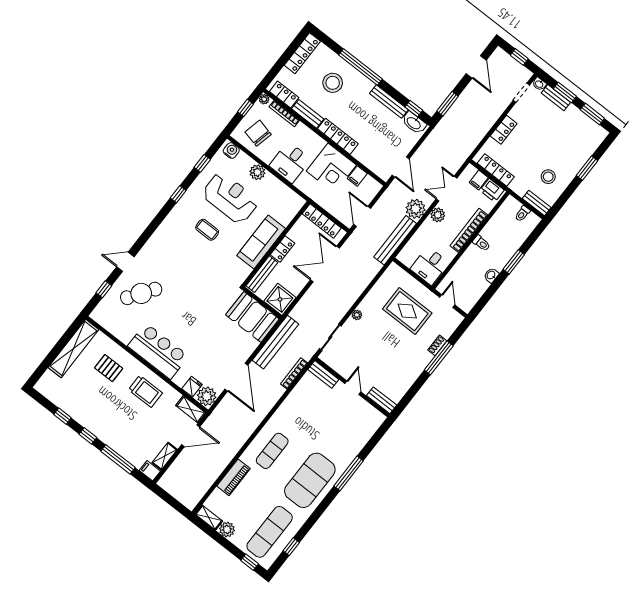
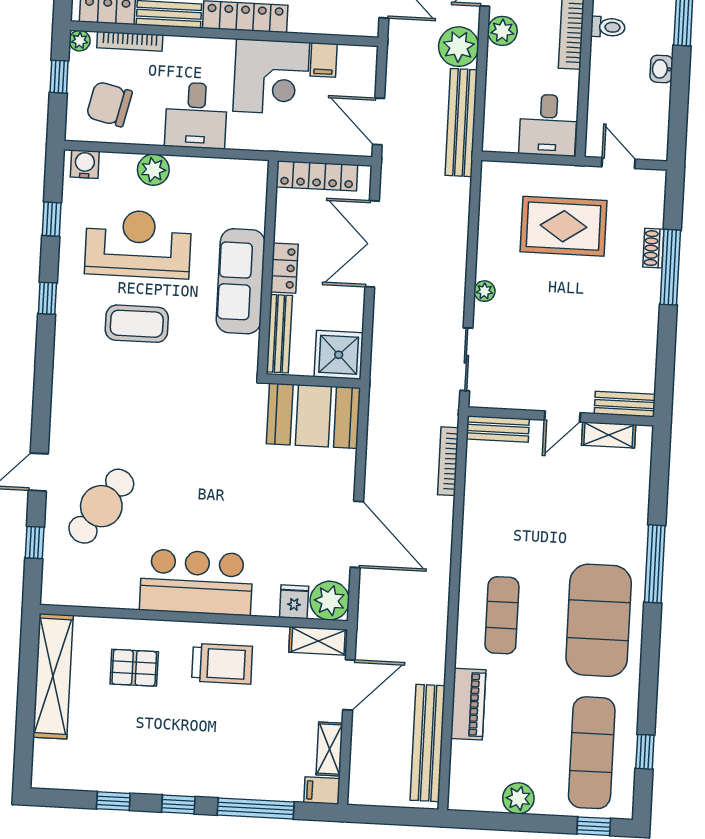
coffee table: (207, 230) -> (137, 324), width x1.36, depth x1.30
bench: (276, 342) -> (428, 743), moved
door: (353, 388) -> (562, 416), swing flipped
shelving: (209, 518) -> (609, 435), moved

